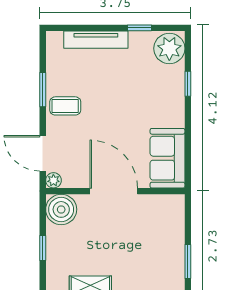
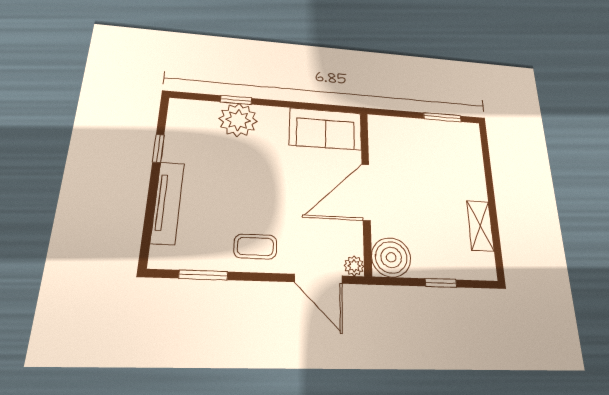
plant: (169, 48) -> (238, 120), moved
window: (43, 90) -> (203, 275), moved
coffee table: (65, 106) -> (255, 246), turned 90
door: (43, 153) -> (318, 279), hinge flipped

